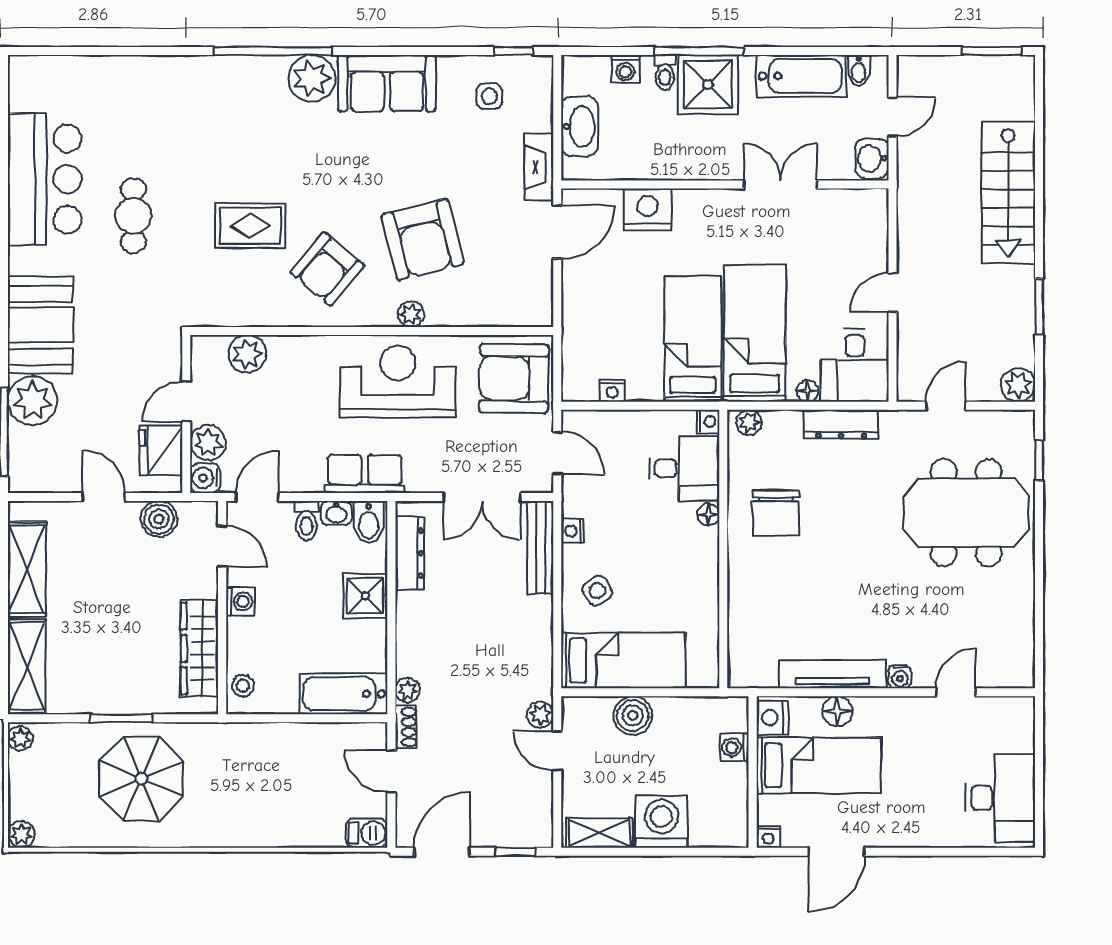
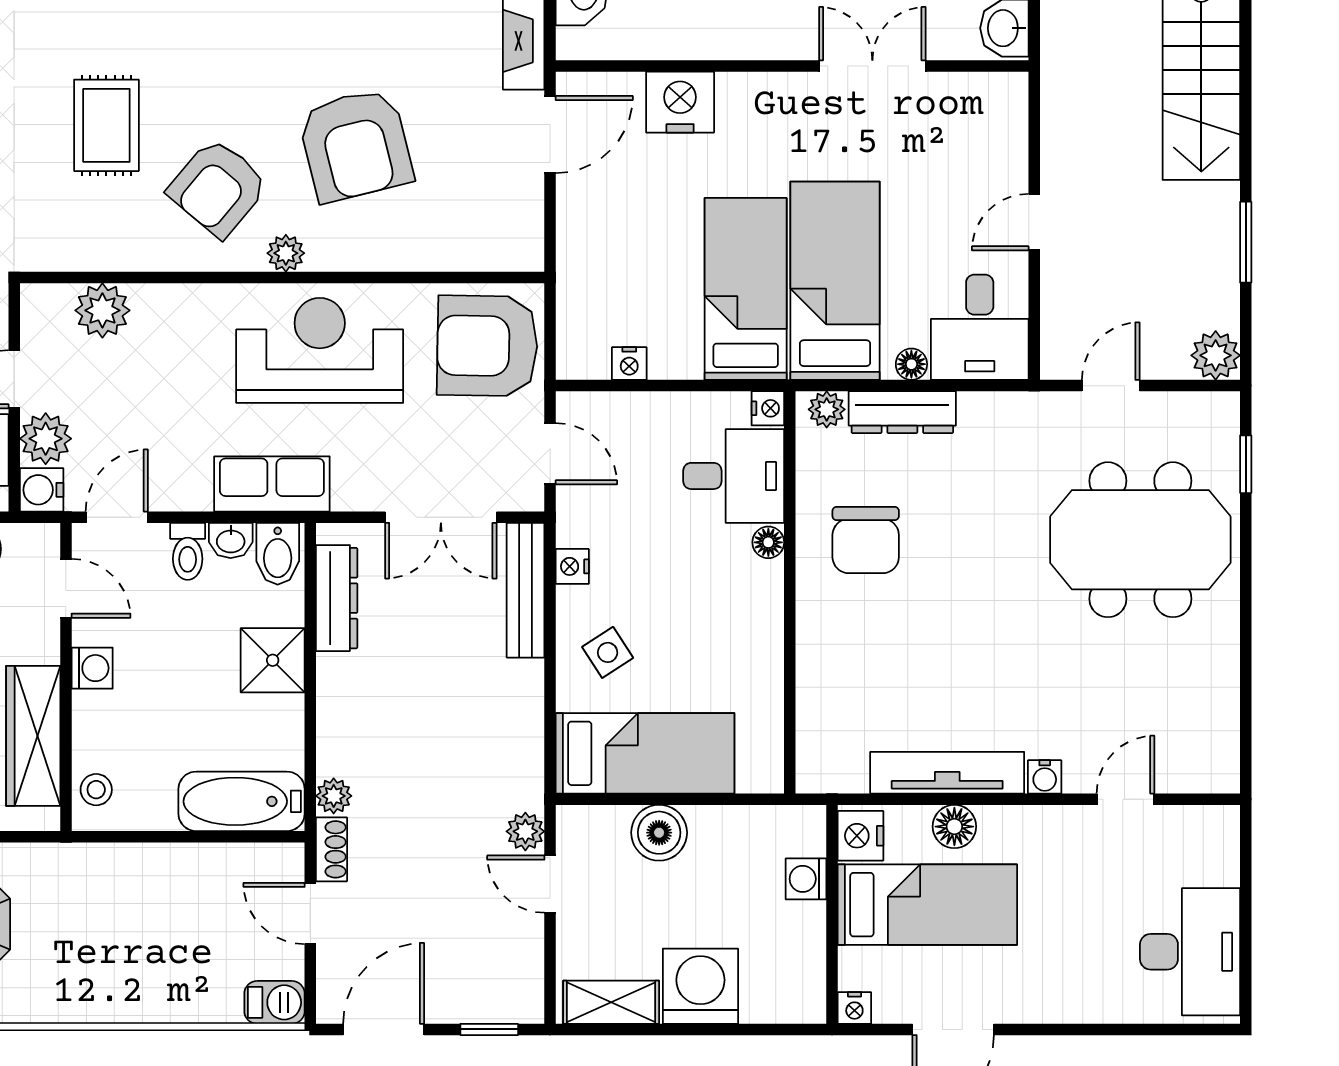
rug: (250, 226) -> (106, 125), turned 90
plant: (411, 314) -> (286, 253), moved
dresser: (841, 424) -> (902, 412), moved

